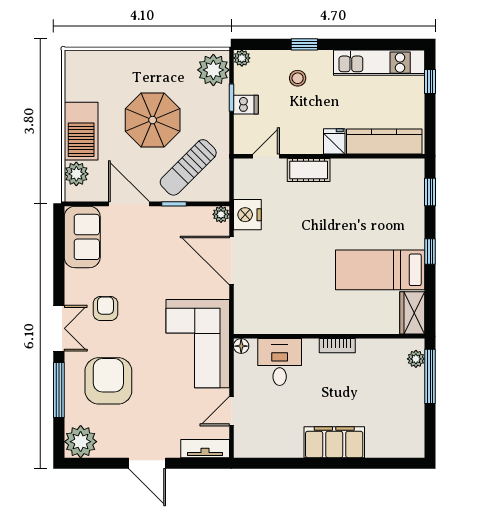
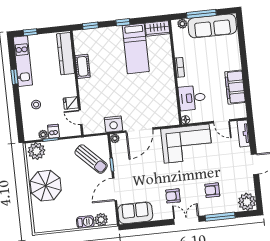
window: (304, 44) -> (14, 77), moved
plant: (242, 58) -> (43, 135), moved
parasol: (153, 120) -> (46, 186), moved
barbecue: (81, 131) -> (85, 222), width x0.53, depth x0.65
fridge: (334, 141) -> (71, 103), moved
cot: (309, 170) -> (83, 66), moved
window: (430, 376) -> (201, 14), moved
armchair: (108, 381) -> (212, 190), width x0.53, depth x0.53
sofa: (406, 413) -> (212, 26), added
filing cabinet: (334, 442) -> (235, 87), moved

